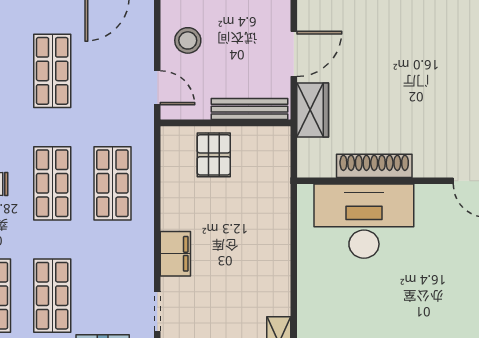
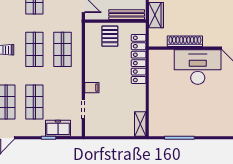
locker: (275, 204) -> (139, 59), added
desk: (364, 221) -> (198, 67), moved
filing cabinet: (175, 254) -> (92, 88), width x0.50

